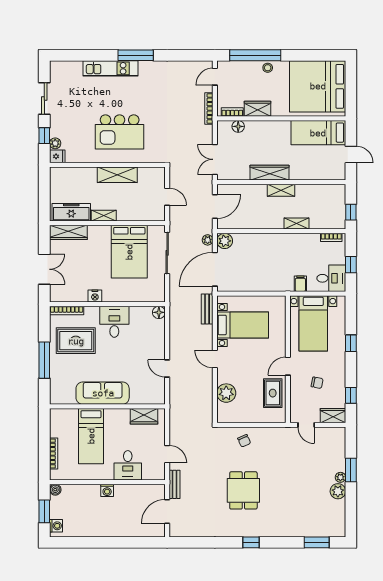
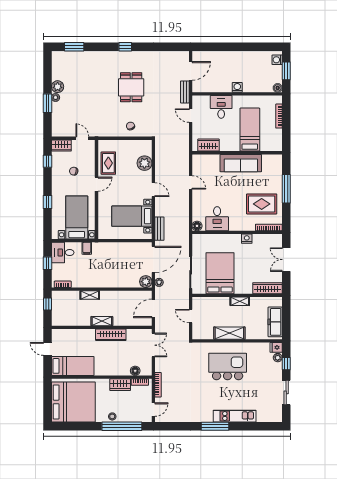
freezer: (71, 212) -> (275, 322), moved, turned 90
desk: (114, 322) -> (217, 219), moved

